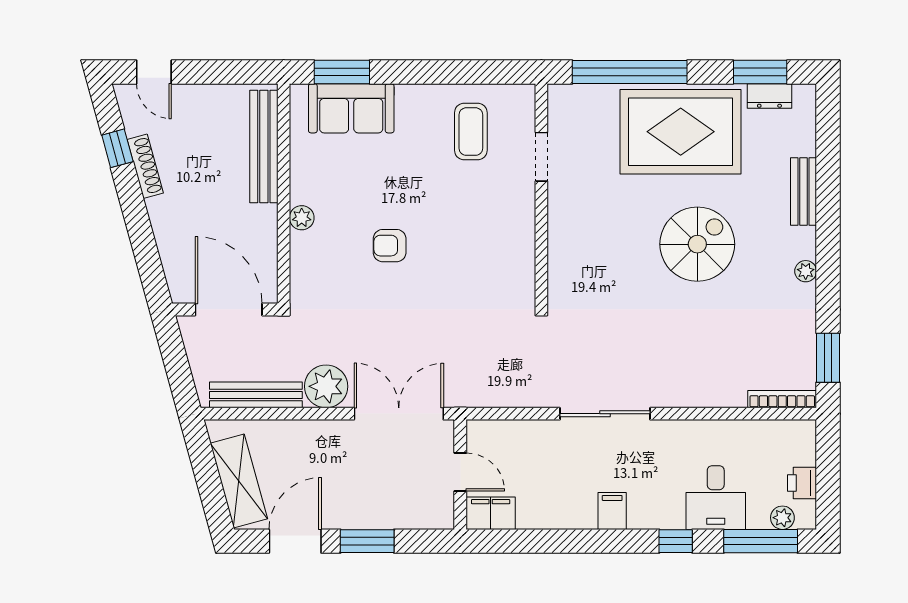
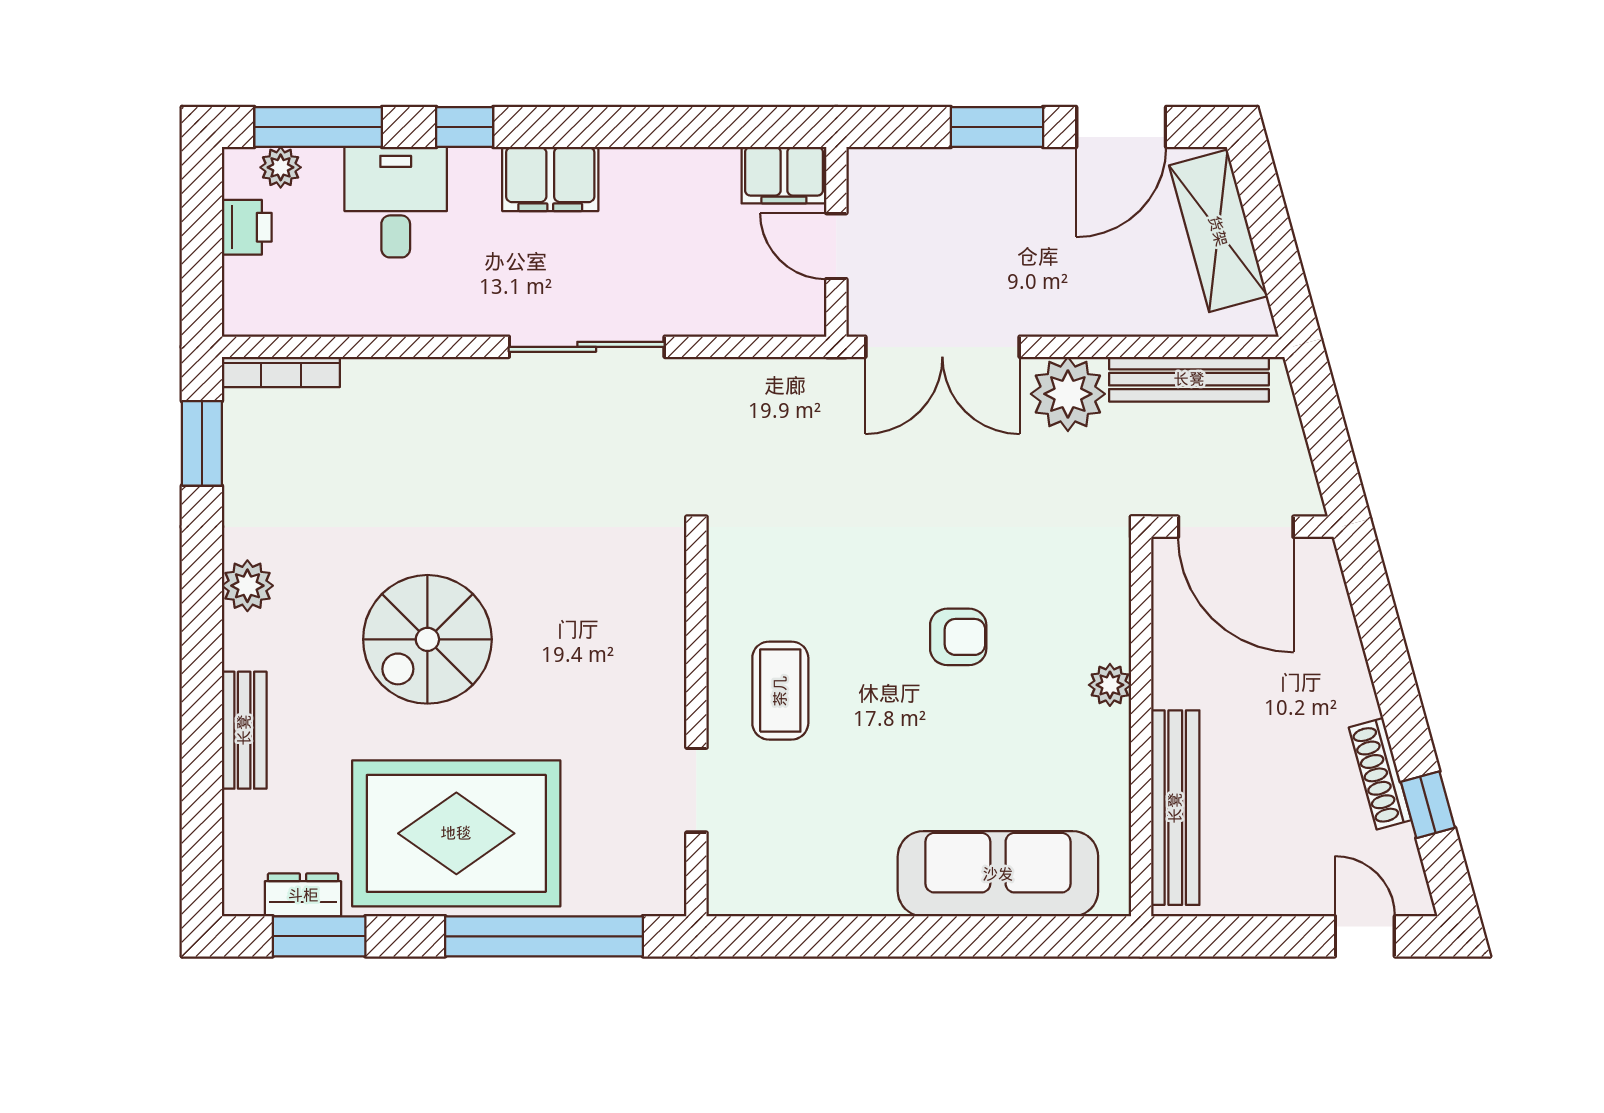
window: (342, 72) -> (1041, 936), removed
sofa: (351, 108) -> (998, 874), width x1.36
coffee table: (471, 132) -> (780, 691), moved
plant: (806, 271) -> (247, 586), width x1.38, depth x1.38
filing cabinet: (612, 511) -> (550, 179), width x2.00

